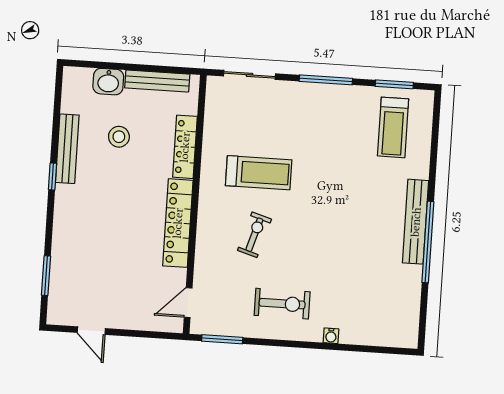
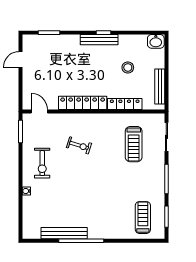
washbasin: (108, 82) -> (156, 41), moved, turned -90
treadmill: (393, 127) -> (143, 217), turned 90
bench: (67, 149) -> (99, 40), moved
treadmill: (259, 173) -> (134, 144), moved
bench: (416, 222) -> (64, 233), moved

